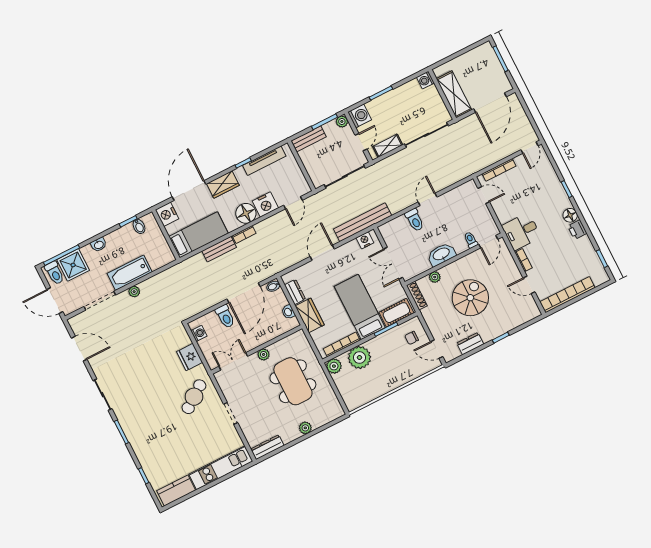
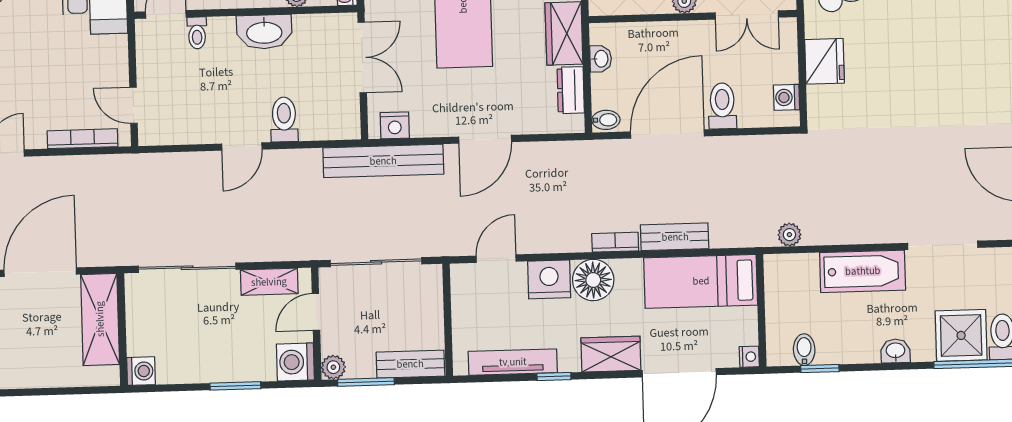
nightstand: (167, 214) -> (749, 357), width x0.53, depth x0.56
plant: (134, 292) -> (789, 235), moved

